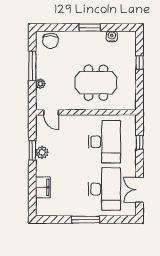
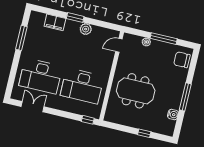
window: (90, 28) -> (185, 97), width x1.44
meeting table: (96, 83) -> (136, 91), turned 90
window: (139, 142) -> (88, 120), moved
window: (32, 150) -> (75, 18), moved
window: (86, 220) -> (21, 38), moved

